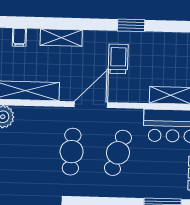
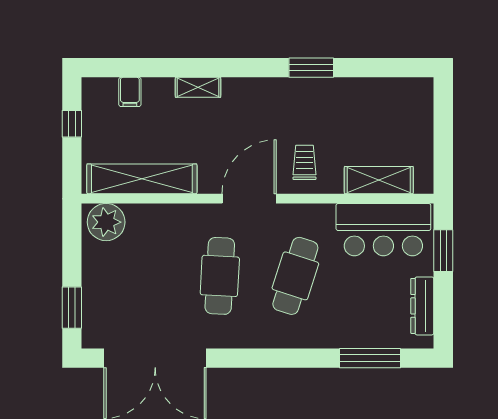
shelving: (61, 38) -> (198, 87), width x0.67, depth x0.75
trolley: (118, 59) -> (304, 162), moved, width x0.73, depth x0.72

